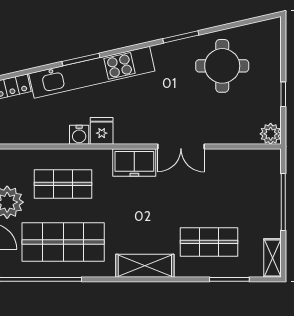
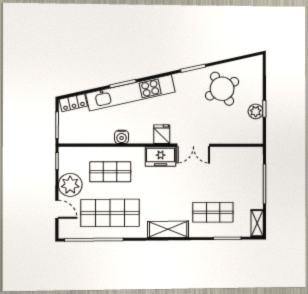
round table: (222, 66) -> (222, 89), turned -30
fridge: (102, 131) -> (162, 134), moved
plant: (271, 134) -> (256, 111), moved

